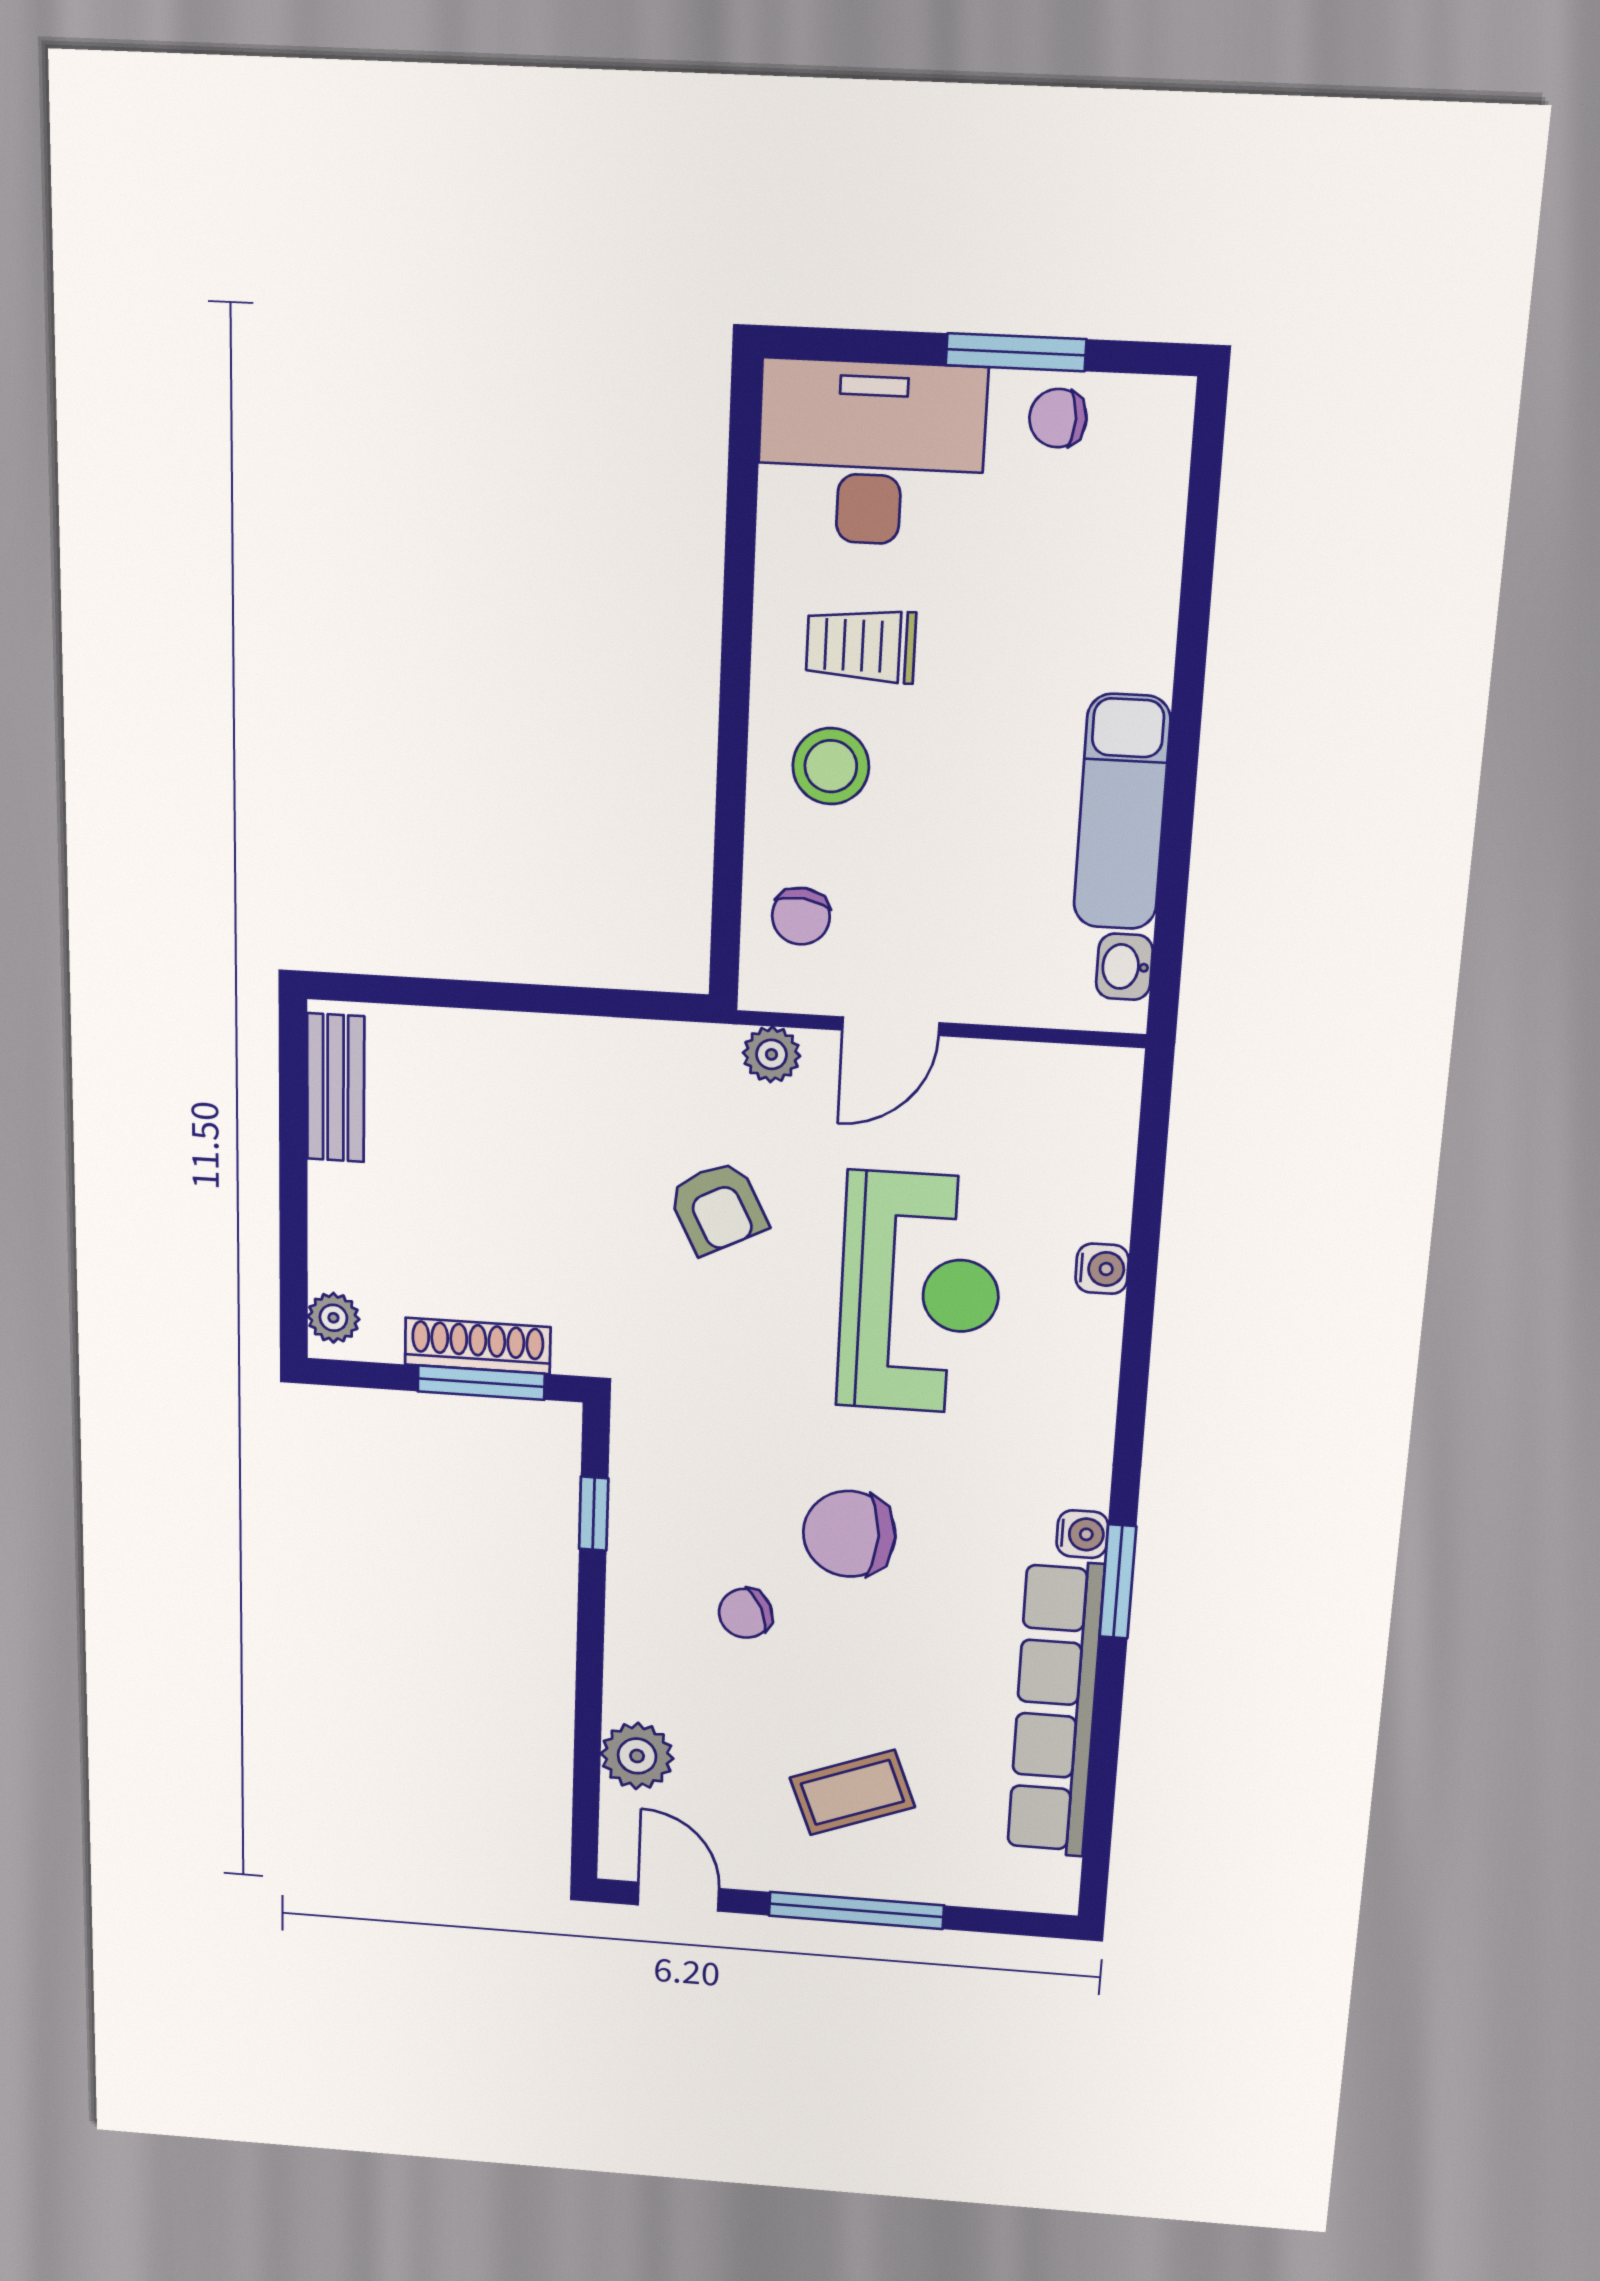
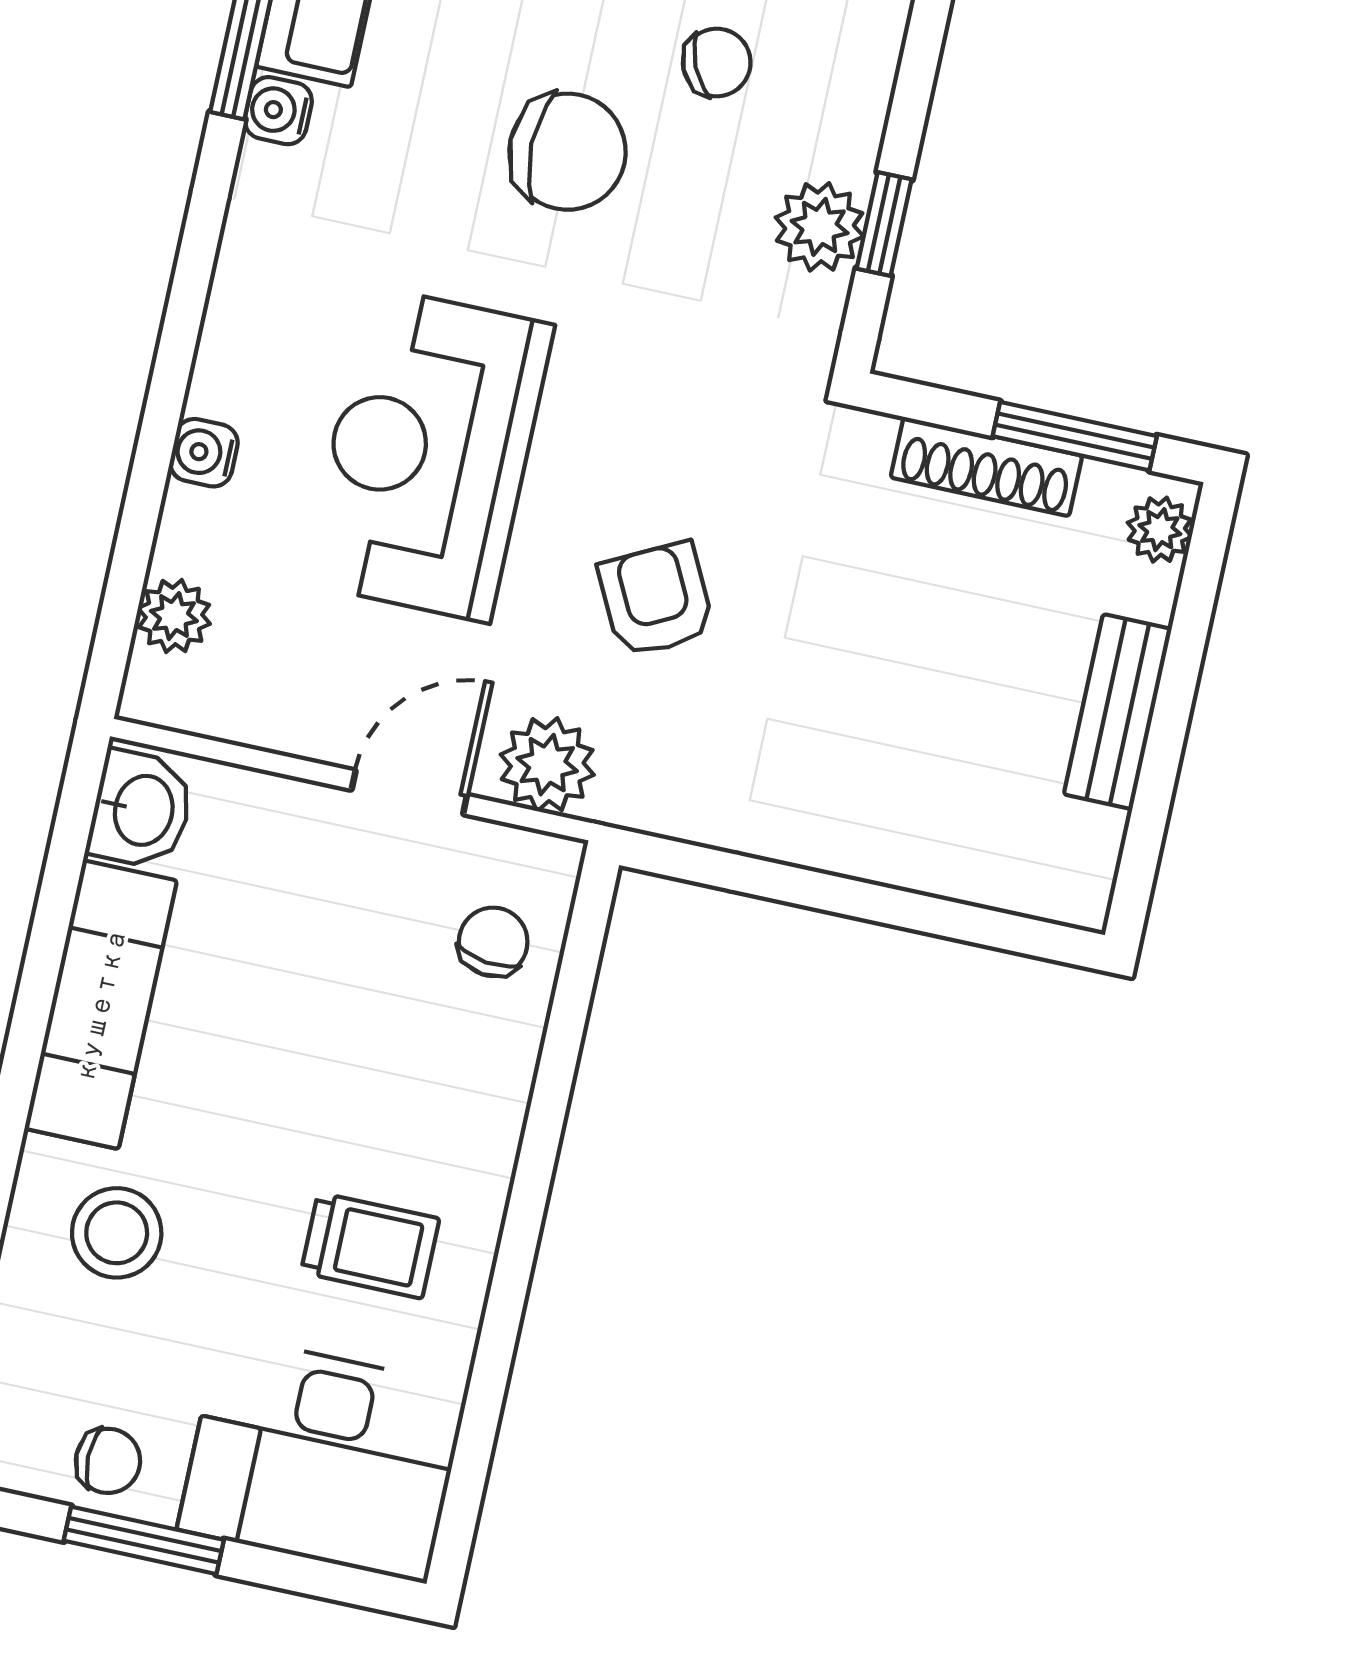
stool: (831, 766) -> (117, 1233), moved
washbasin: (1124, 967) -> (141, 810), width x1.38, depth x1.45
plant: (772, 1054) -> (547, 765), width x1.38, depth x1.38
bench: (336, 1088) -> (1118, 712), moved
plant: (1107, 1138) -> (174, 616), added
window: (481, 1383) -> (1075, 436), moved
plant: (643, 1505) -> (820, 227), added

